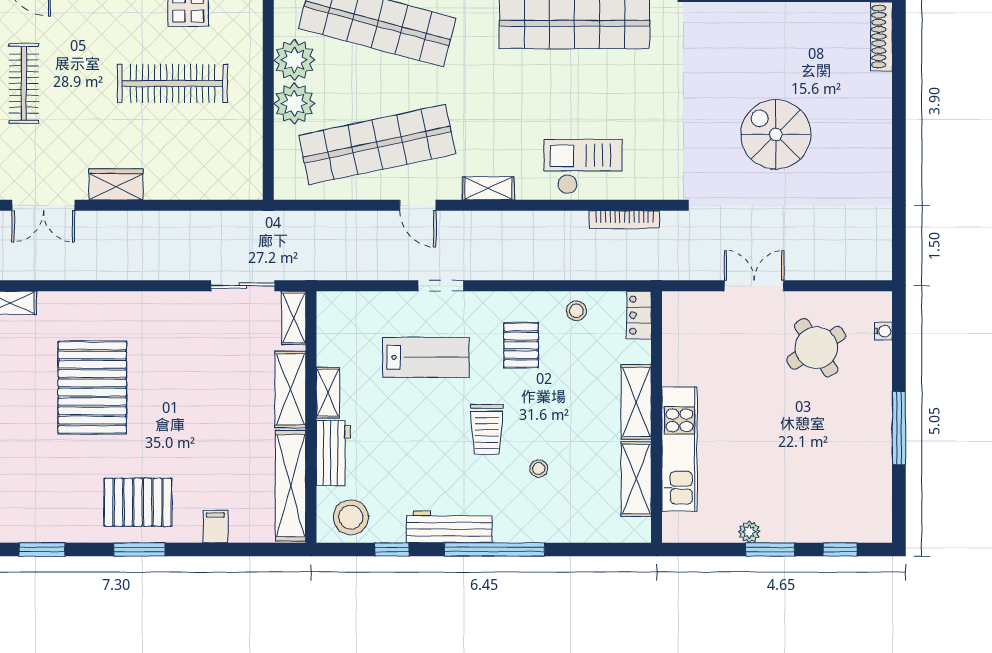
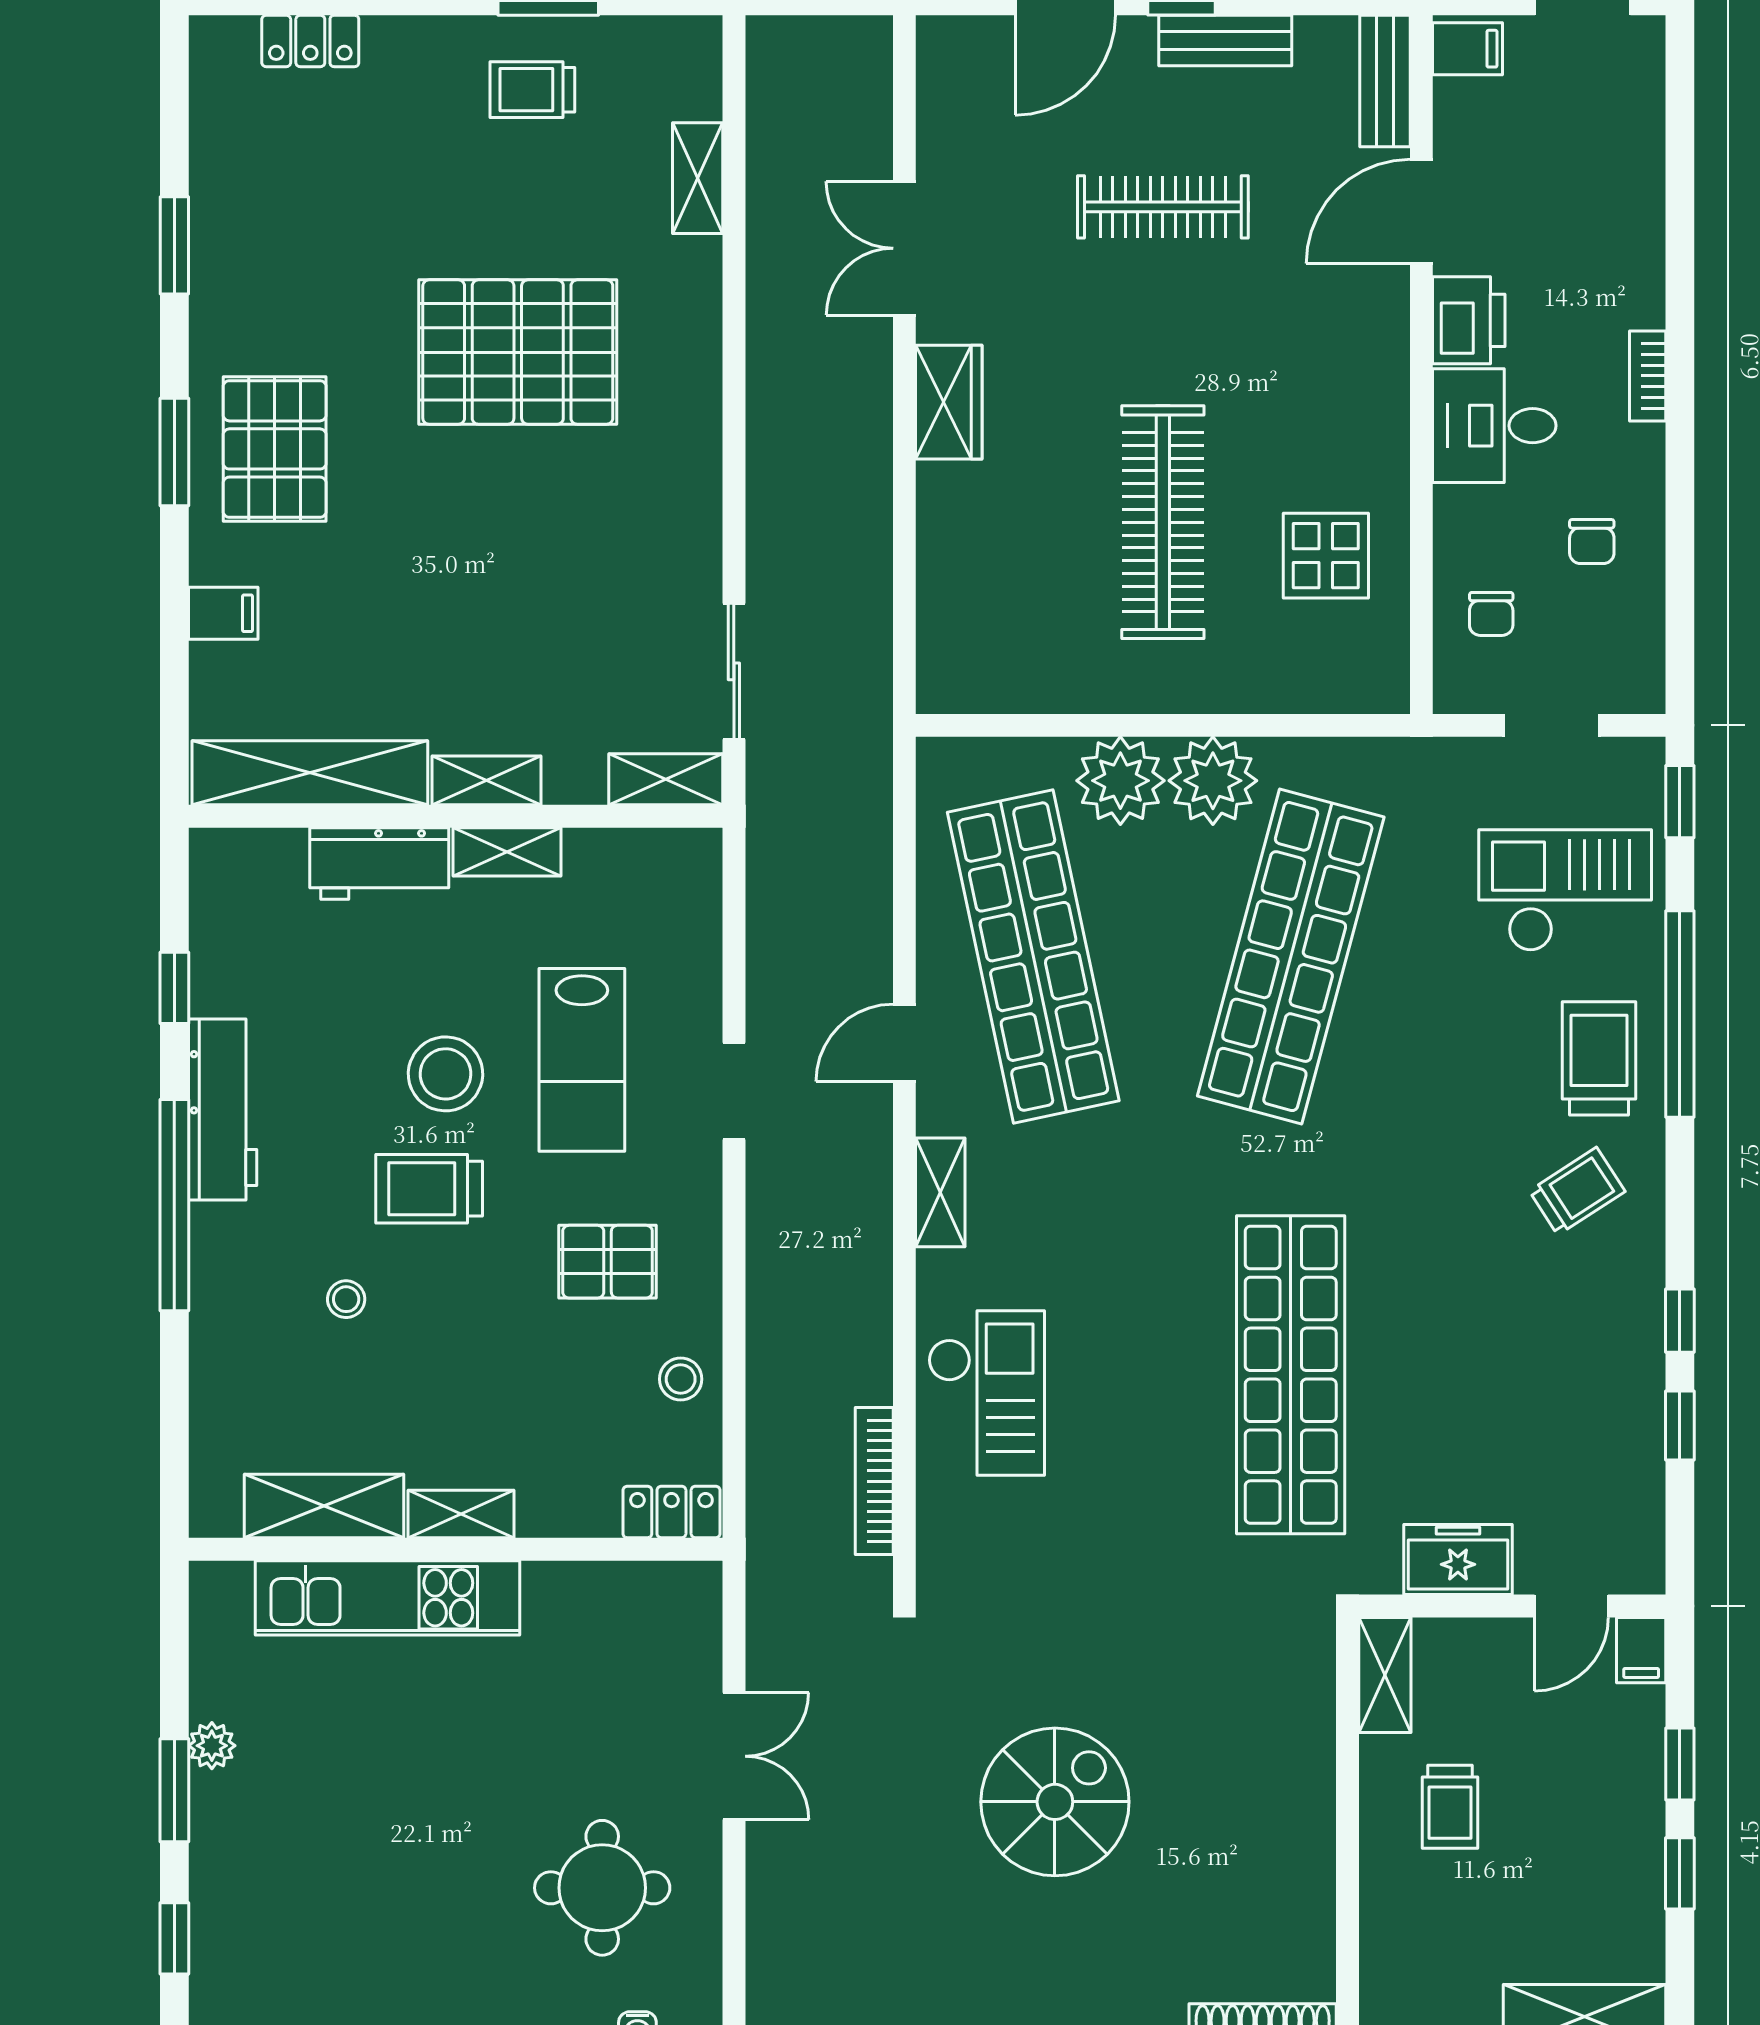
round table: (816, 348) -> (602, 1888), turned 32
shelving: (290, 389) -> (487, 780), width x0.67, depth x0.75
shelving: (636, 402) -> (461, 1514), width x0.67, depth x0.75
stool: (351, 517) -> (446, 1074), moved

